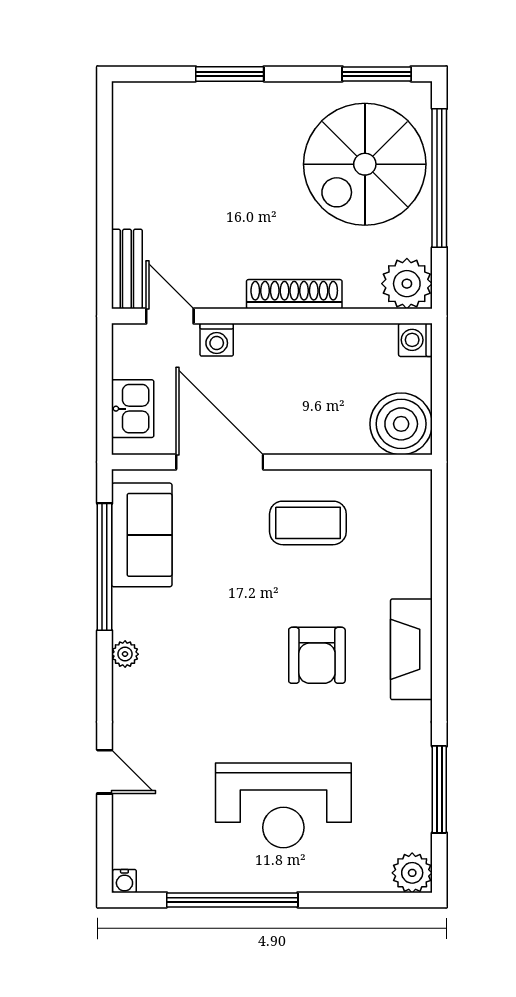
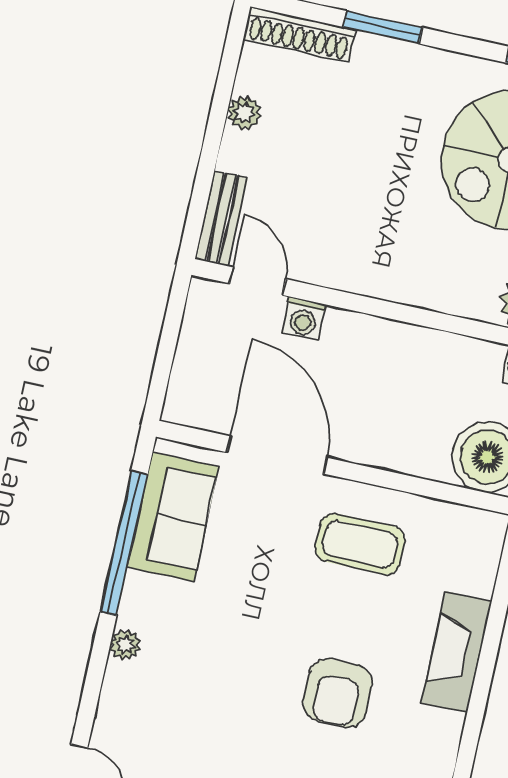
plant: (127, 174) -> (245, 113), added
shoe rack: (294, 294) -> (299, 34), moved, turned 180
kitchen sink: (133, 409) -> (194, 375), removed
fireplace: (411, 649) -> (457, 652), moved

